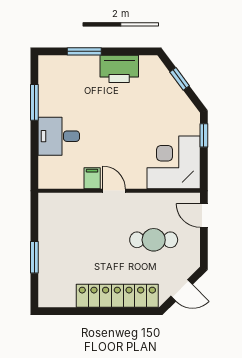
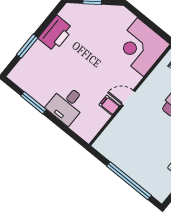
window: (204, 135) -> (139, 15), removed
window: (34, 257) -> (129, 181), width x2.11

